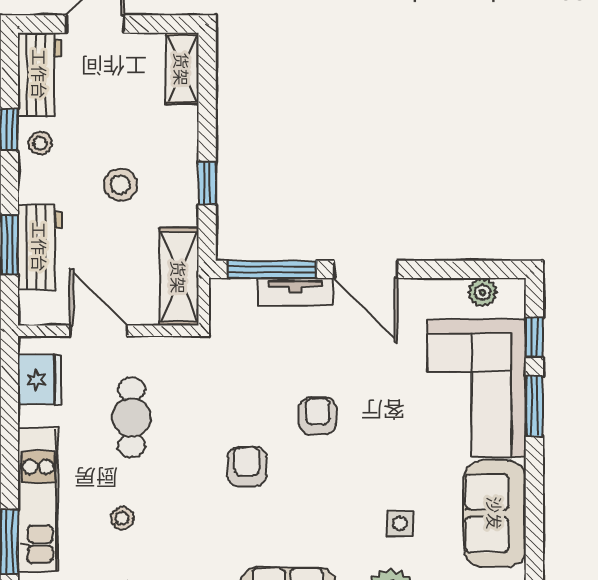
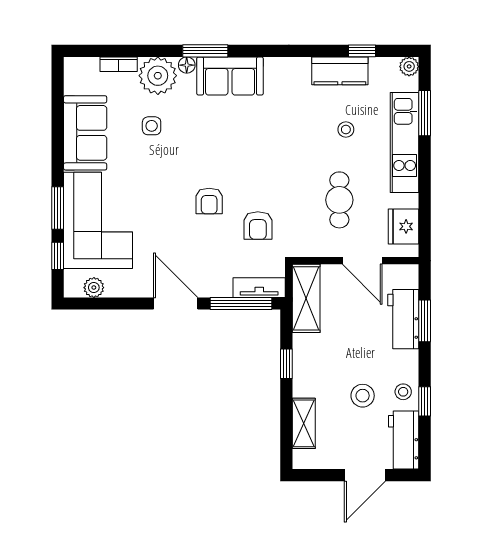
shelving: (182, 69) -> (304, 423), moved
stool: (120, 185) -> (363, 396), moved
tv unit: (295, 292) -> (259, 288), moved
armchair: (247, 467) -> (258, 226), moved

